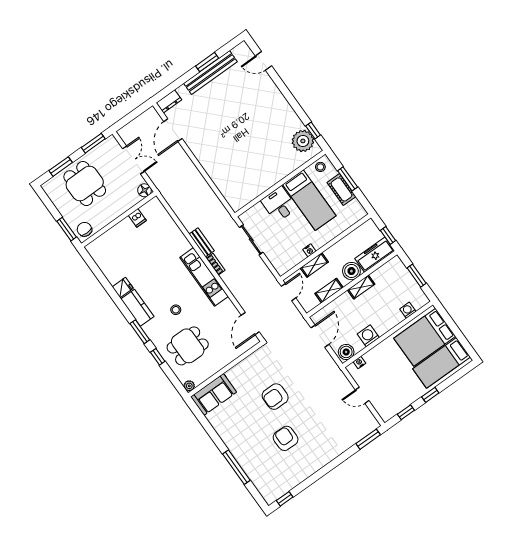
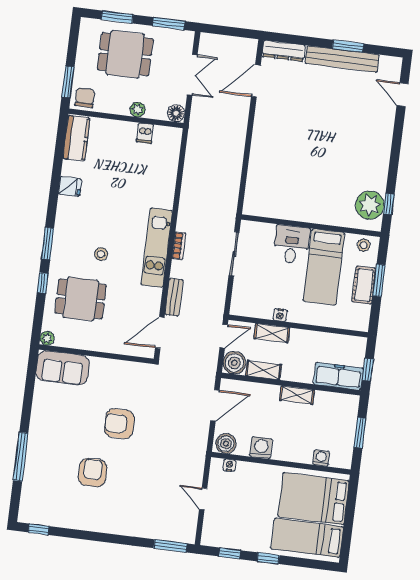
dresser: (169, 101) -> (284, 51), width x1.44
dining table: (85, 184) -> (125, 54), turned 90
plant: (121, 208) -> (138, 110), added
bench: (202, 242) -> (174, 297), moved
boiler: (351, 271) -> (234, 363), moved
kitchen counter: (137, 308) -> (76, 138), moved

